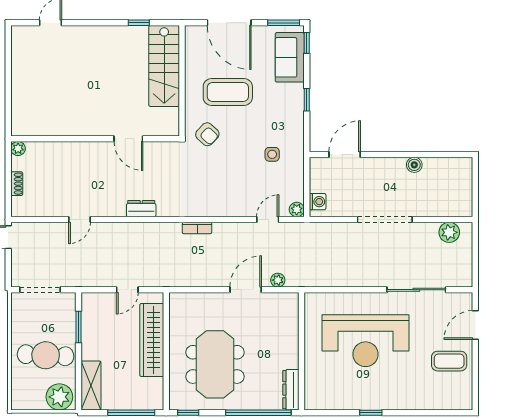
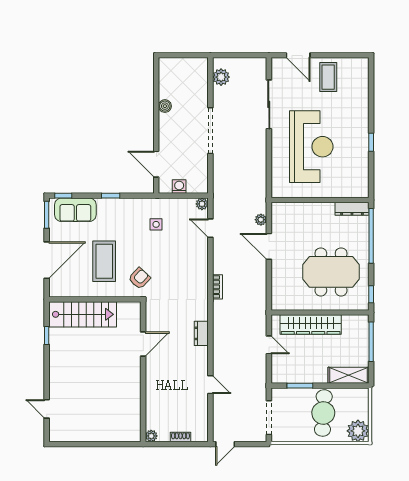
washing machine: (318, 202) -> (179, 187), moved
plant: (59, 397) -> (358, 431), moved

